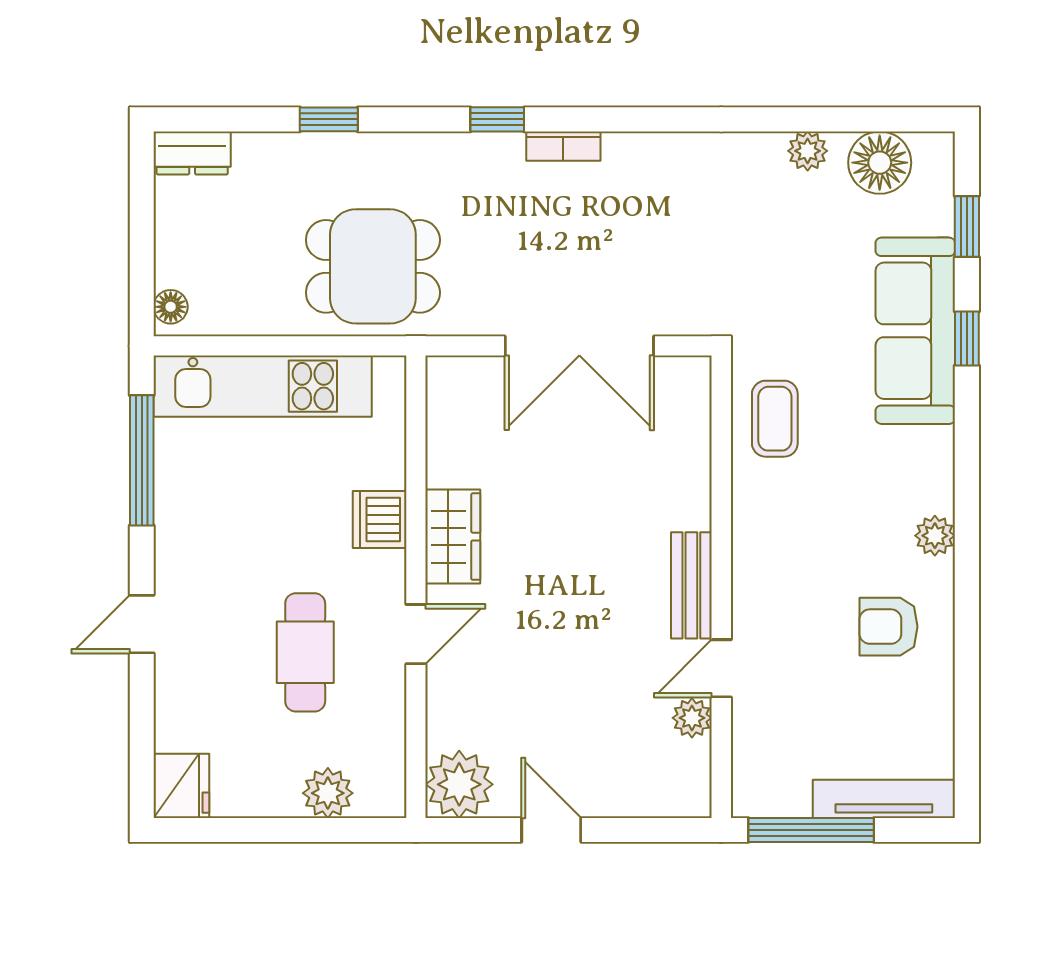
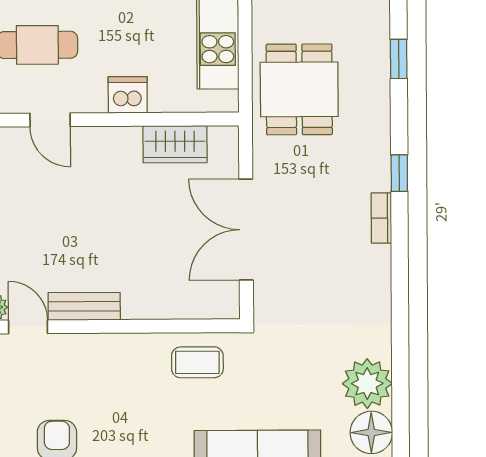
plant: (808, 151) -> (367, 384), width x1.88, depth x1.88
wardrobe: (453, 537) -> (175, 144), moved

